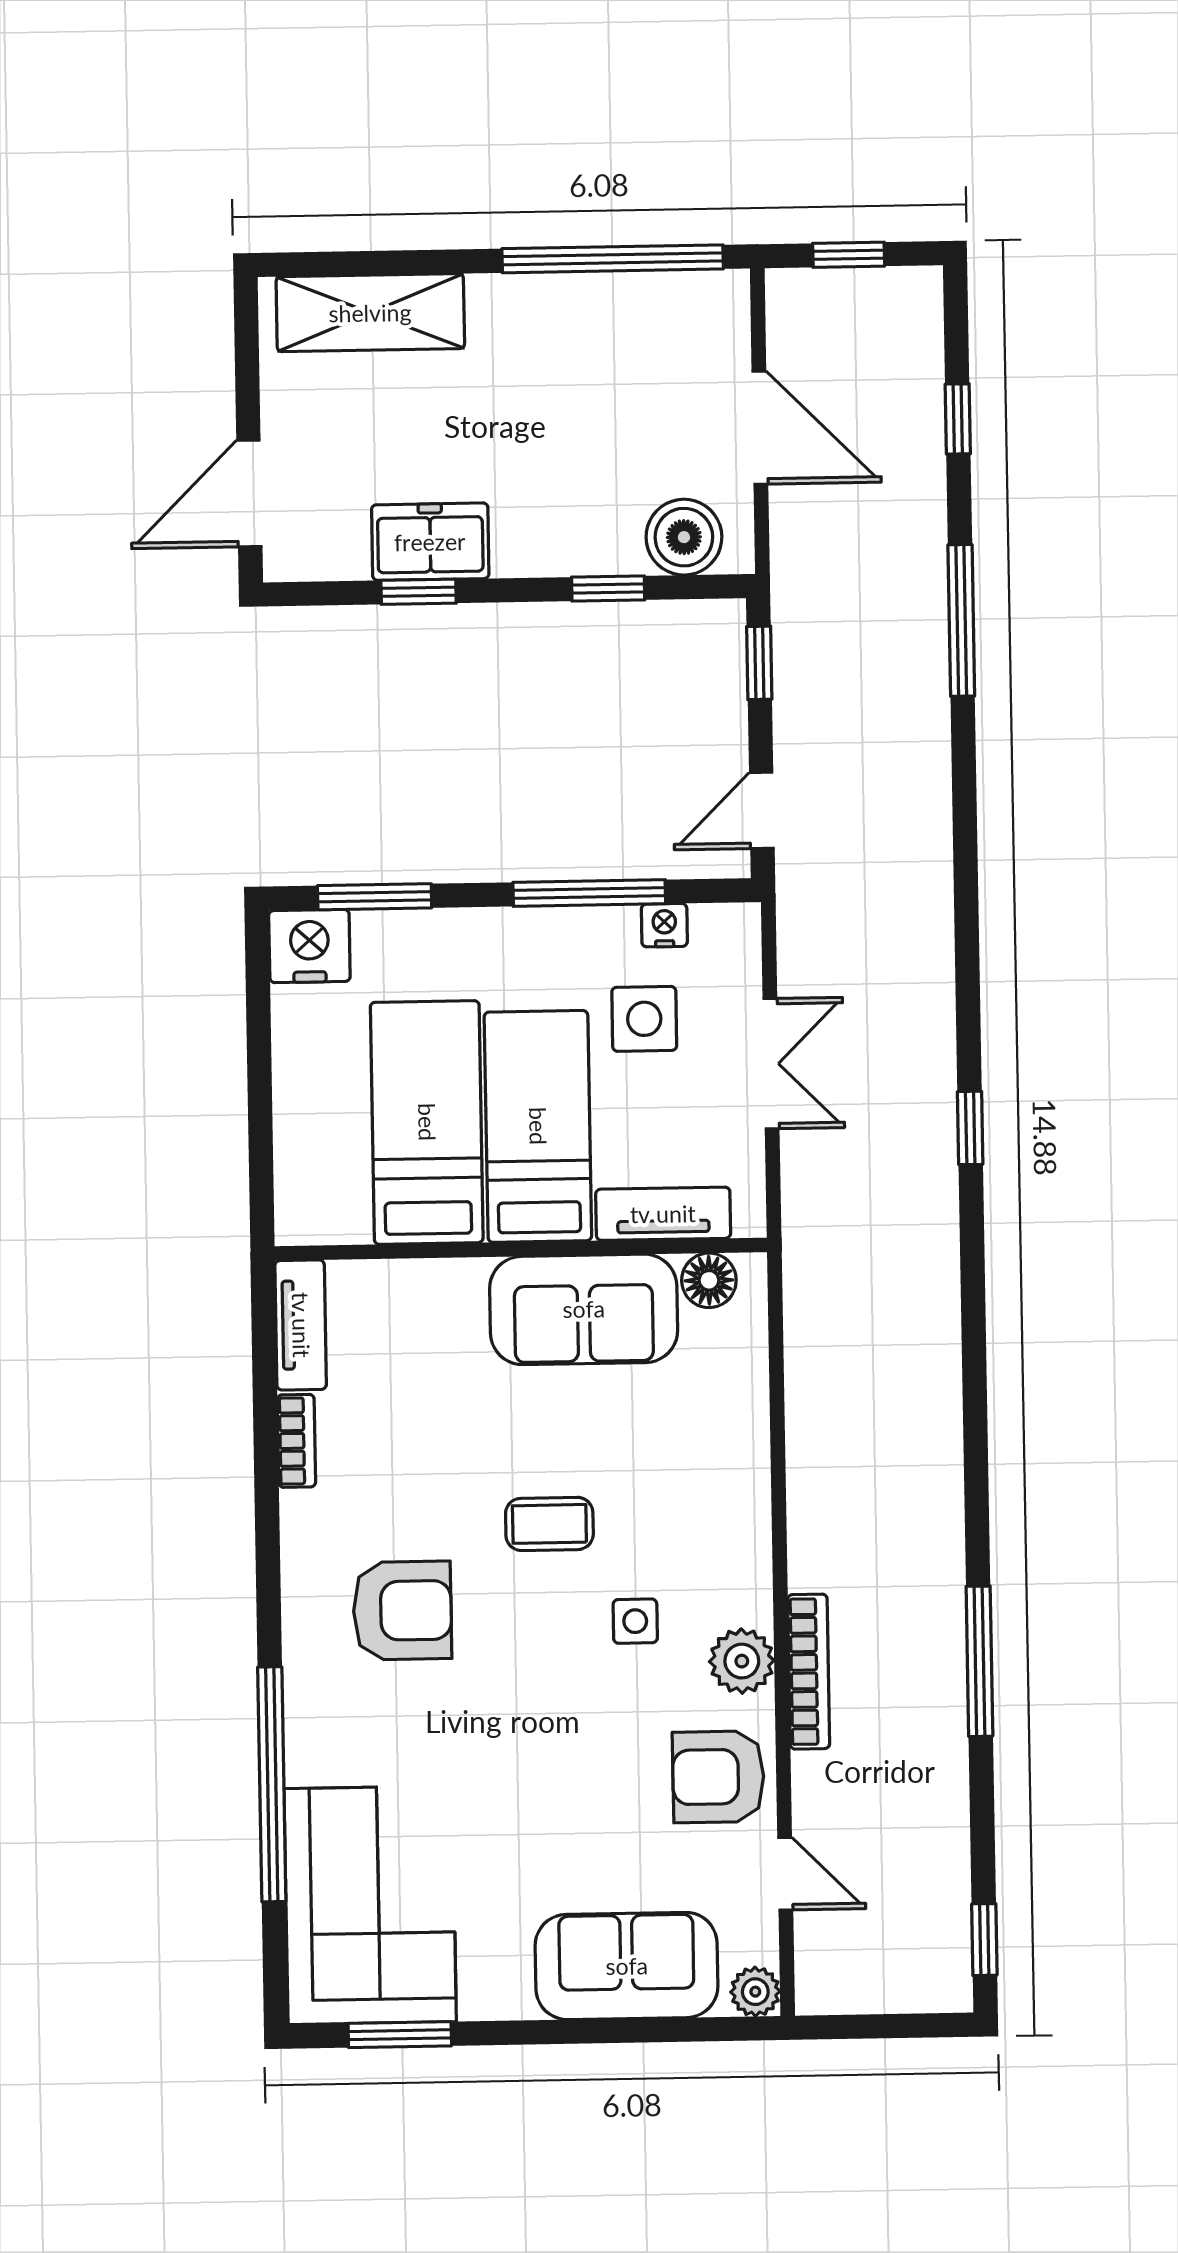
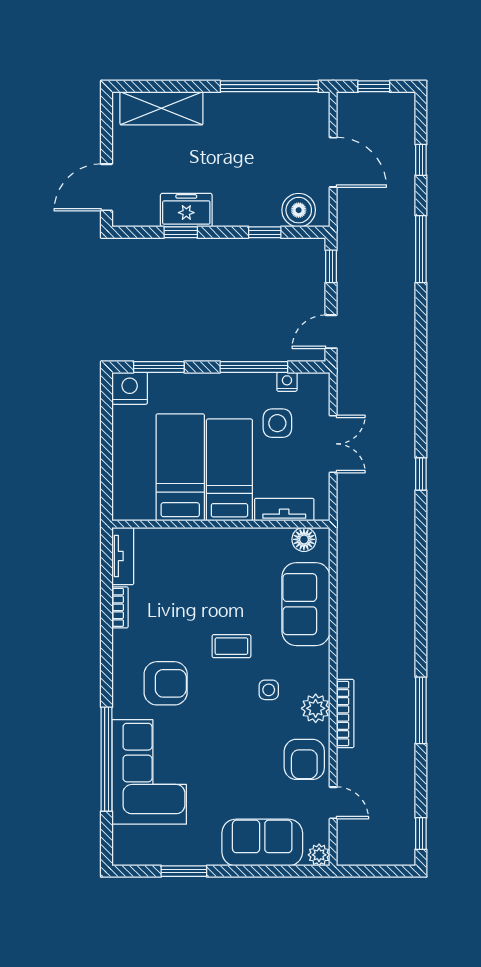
sofa: (584, 1309) -> (306, 604), moved, turned 90
armchair: (718, 1777) -> (304, 759), turned -90
corner sofa: (370, 1905) -> (149, 772), moved
window: (400, 2035) -> (184, 871), moved

